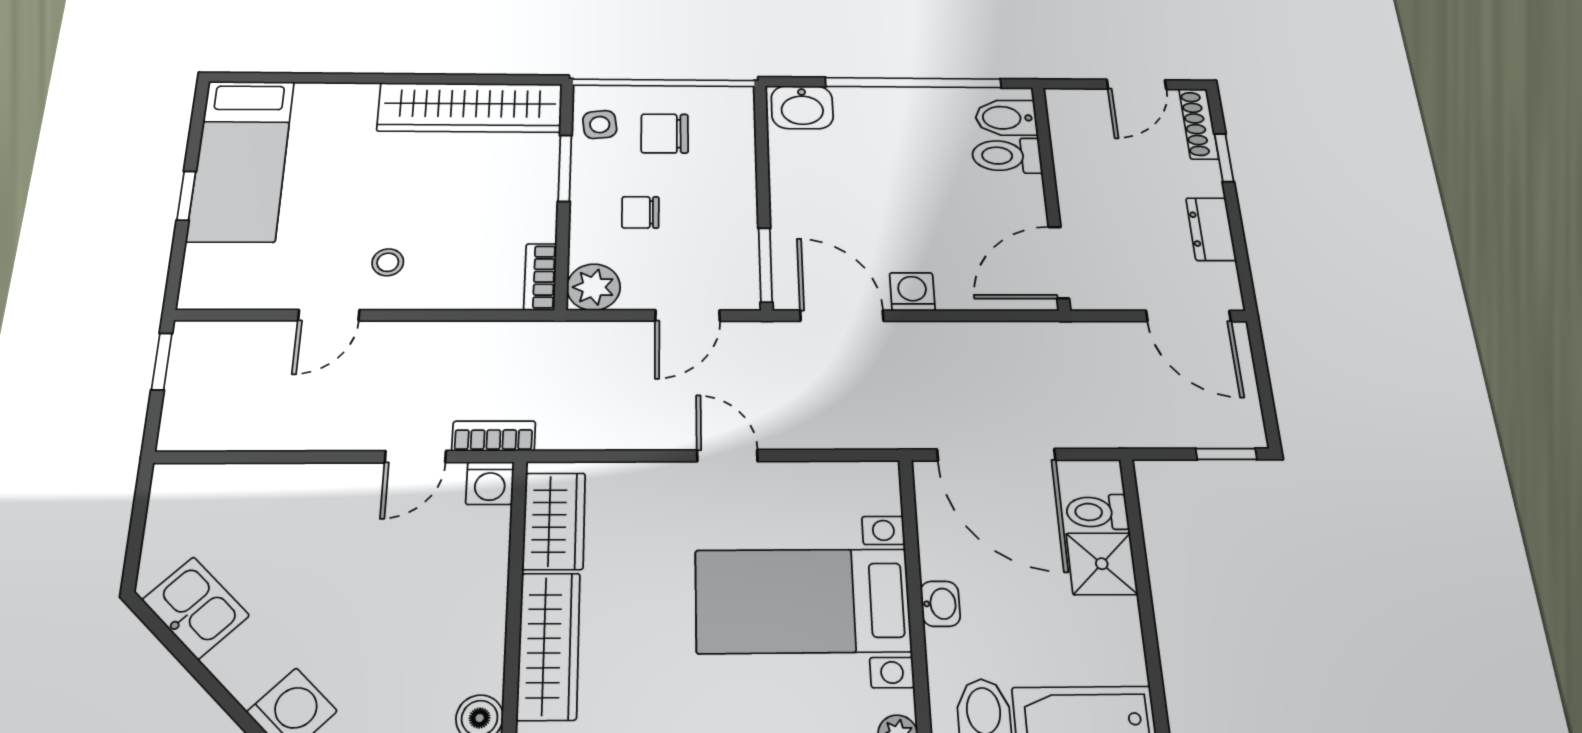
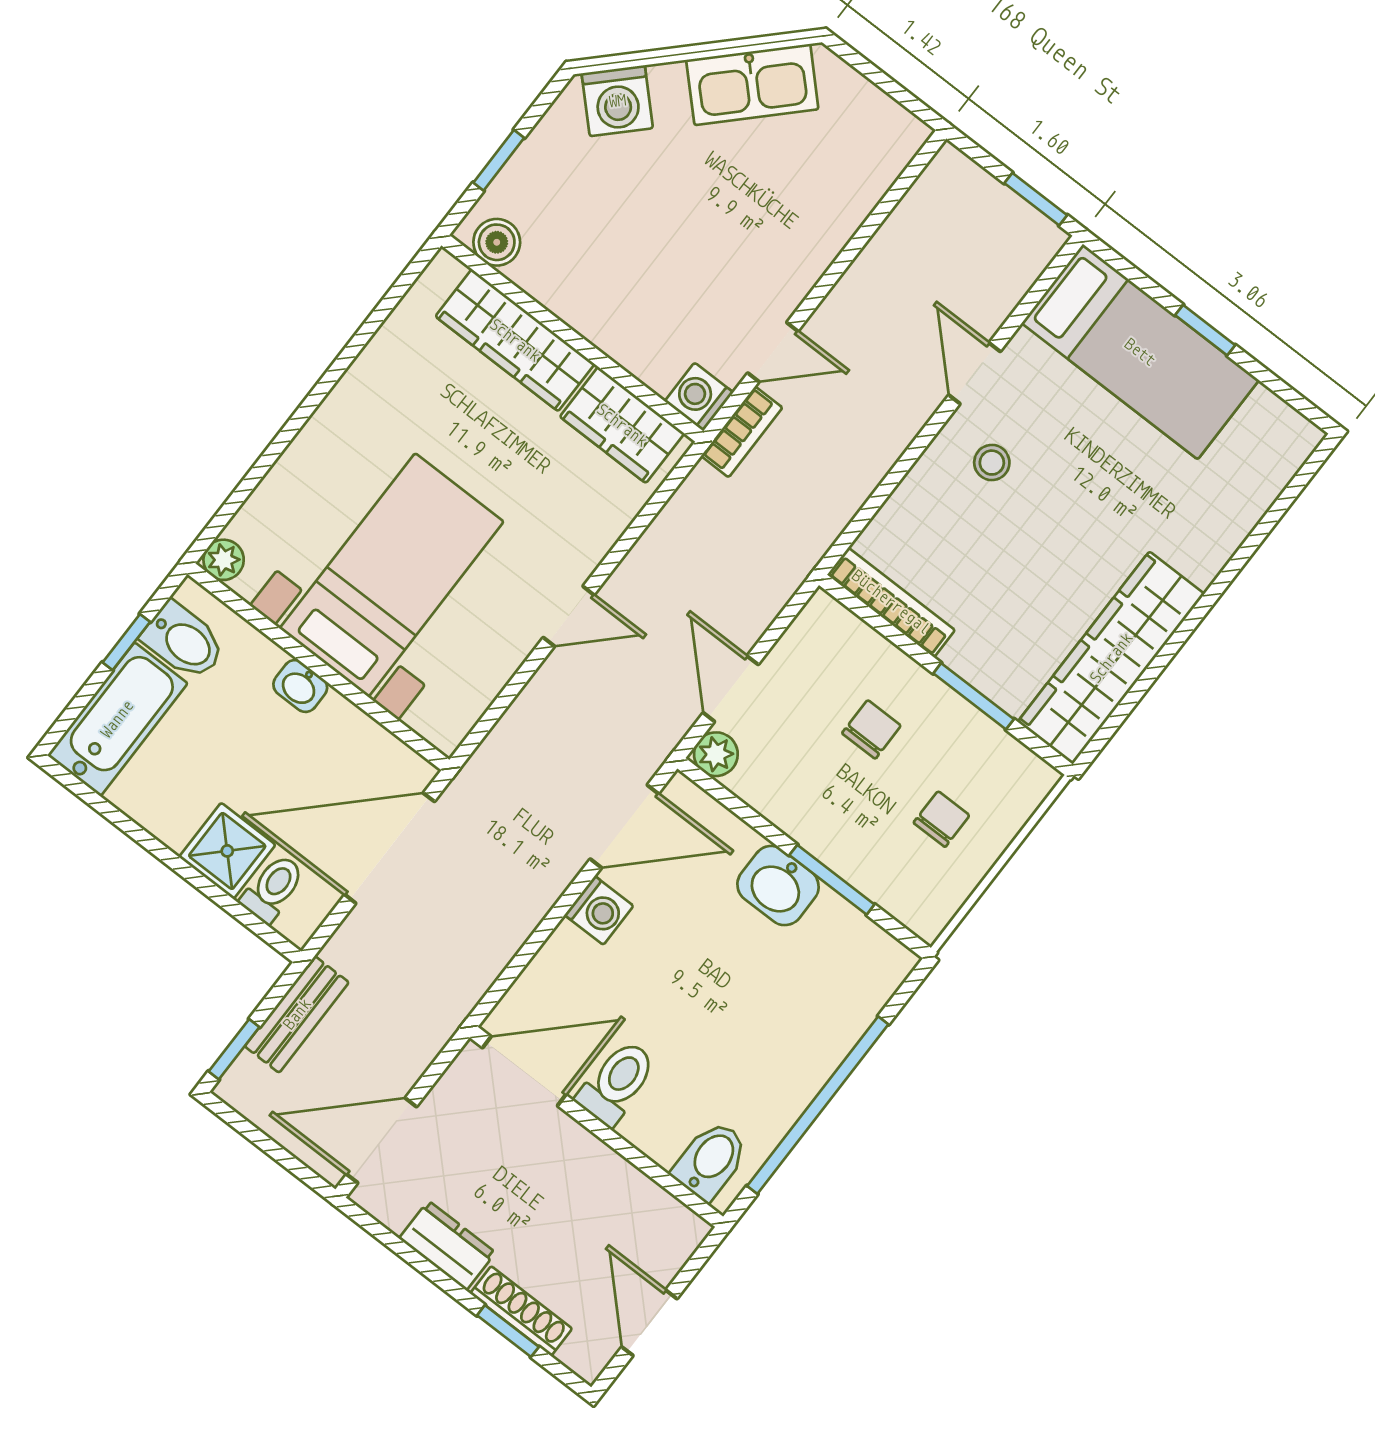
washbasin: (802, 107) -> (778, 886), moved, turned -90
shoe rack: (1199, 124) -> (521, 1311), moved
side table: (600, 125) -> (998, 766), removed
chair: (665, 134) -> (941, 819), width x0.73, depth x0.73
toilet: (1007, 156) -> (617, 1083), moved
bed: (241, 160) -> (1140, 352), moved, turned 180
door: (1059, 262) -> (524, 1071), hinge flipped
window: (765, 265) -> (832, 880), moved
bookcase: (540, 277) -> (891, 602), width x1.56
plant: (594, 287) -> (716, 754), moved, width x0.73, depth x0.73
bench: (1163, 431) -> (297, 1014), added
door: (415, 457) -> (773, 352), swing flipped
kitchen sink: (196, 608) -> (752, 85), width x1.38

